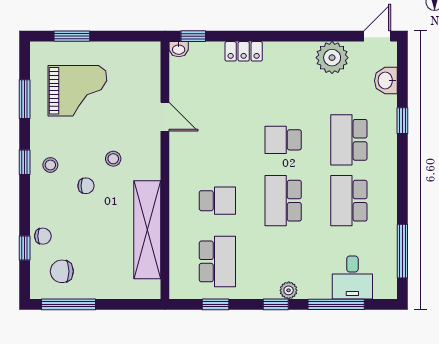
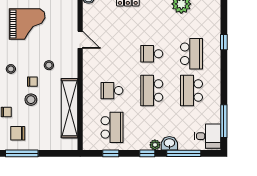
washbasin: (386, 81) -> (169, 143), moved, turned 90
school desk: (349, 140) -> (192, 54), turned 180
school desk: (217, 201) -> (112, 91), turned 180
stool: (84, 216) -> (31, 100), added
desk: (352, 277) -> (208, 136), moved, turned -90

